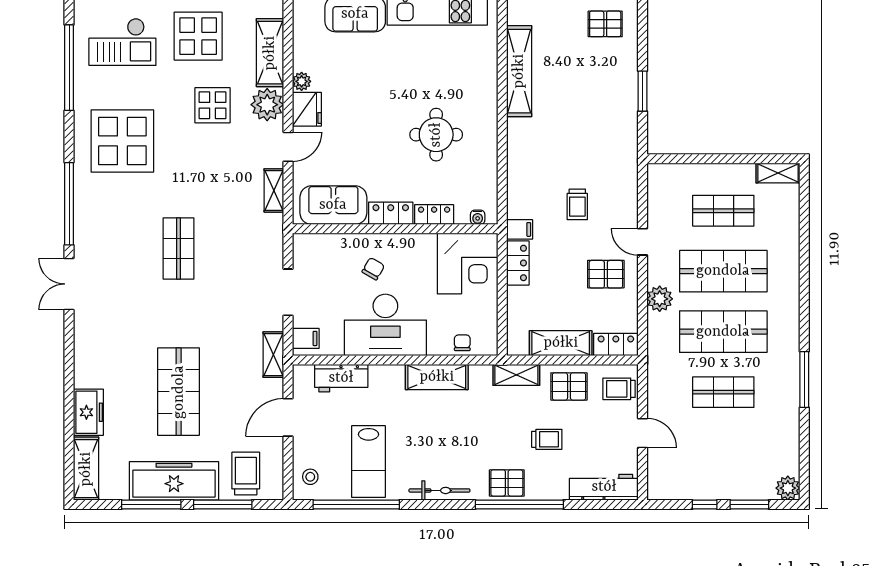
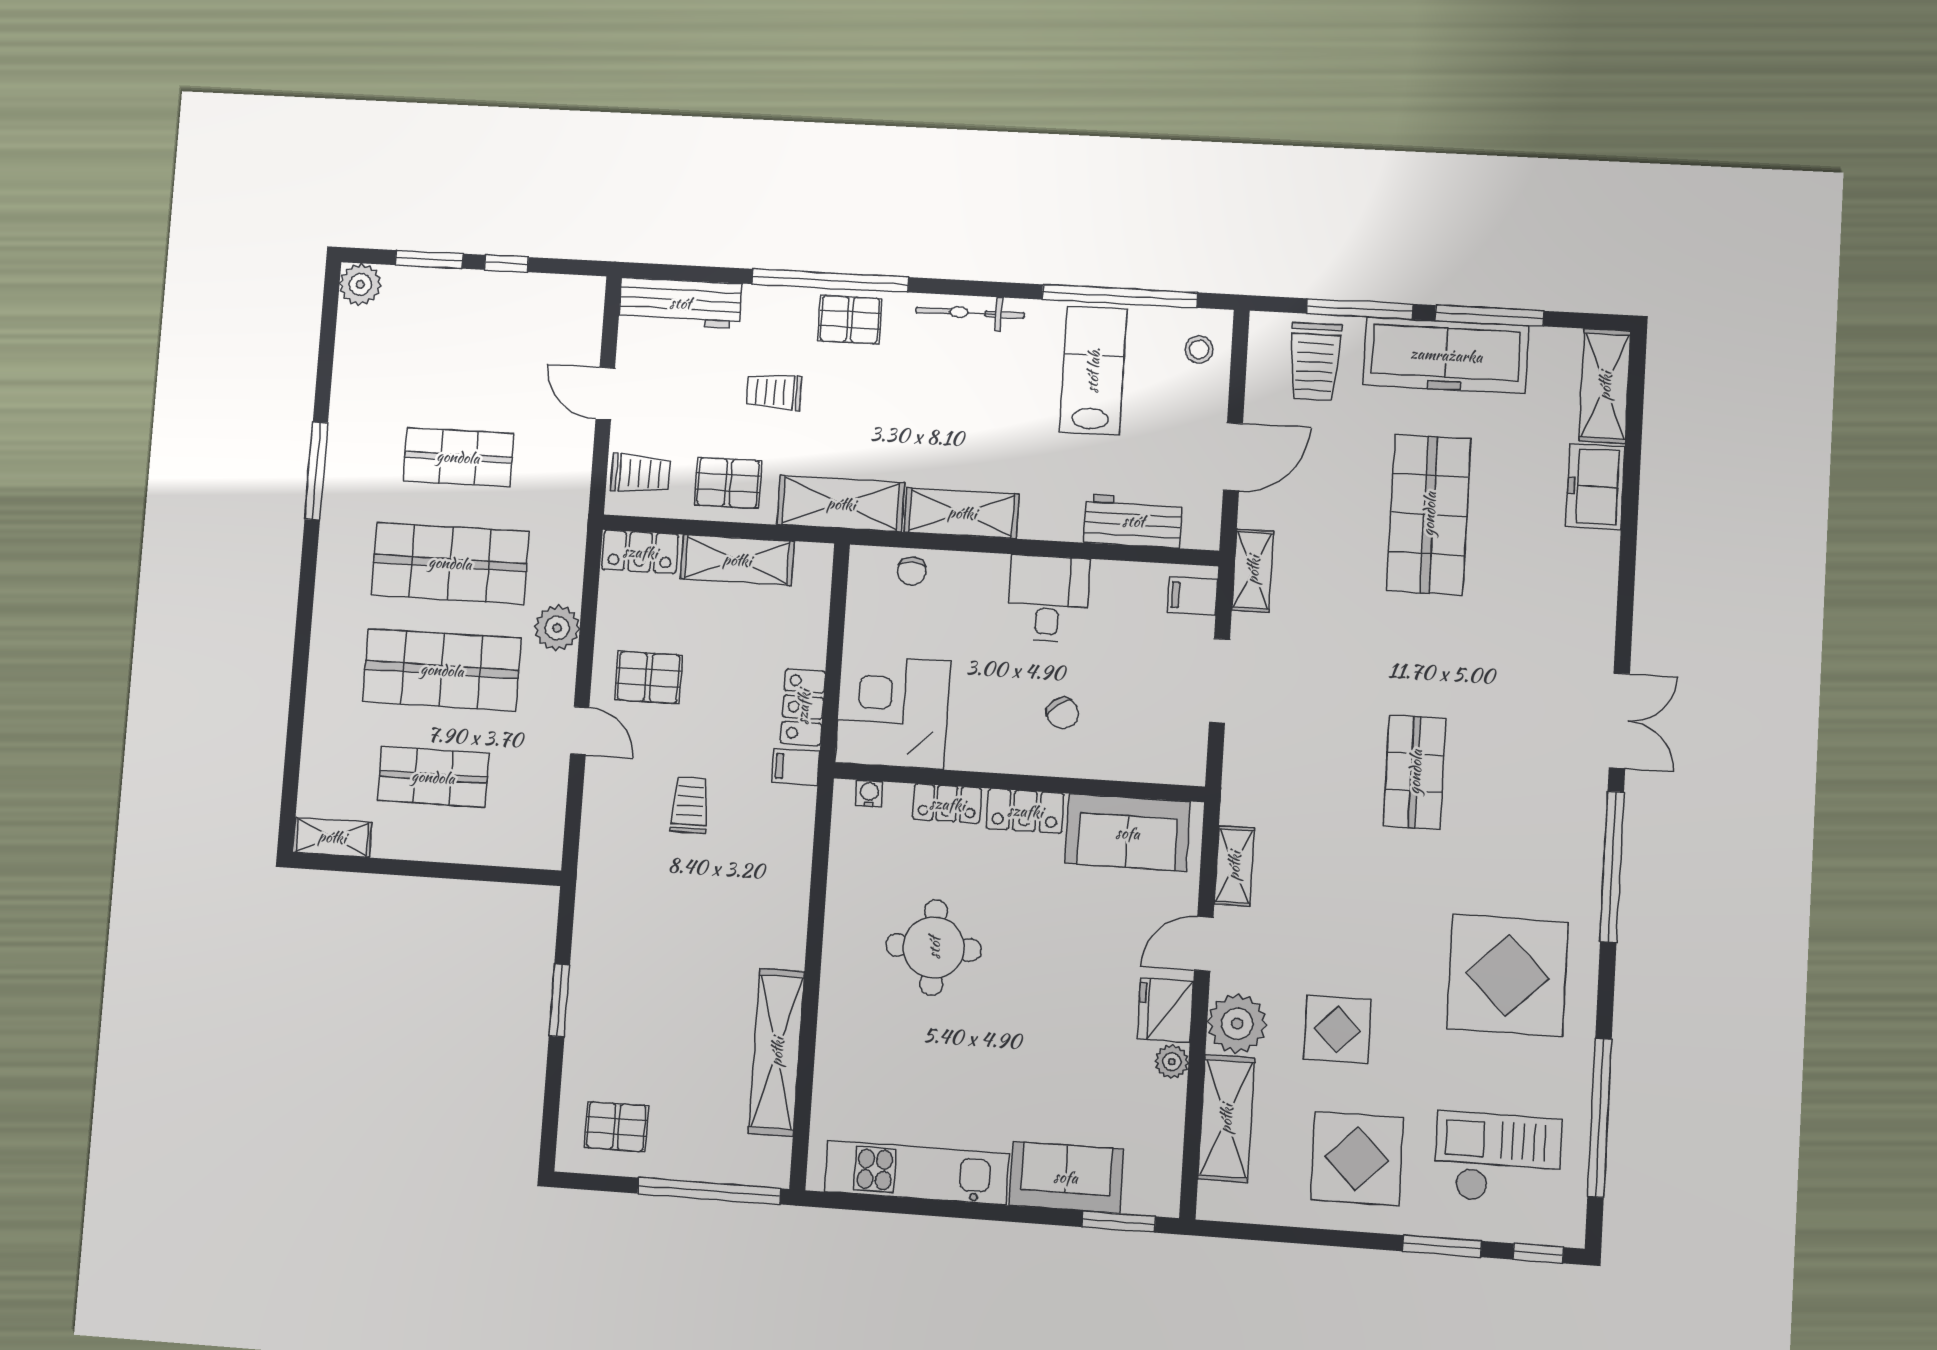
chair: (373, 269) -> (1063, 713), turned -67
desk: (385, 325) -> (1048, 599), width x0.53, depth x0.77
shelving: (516, 375) -> (841, 504), width x1.50, depth x1.33

